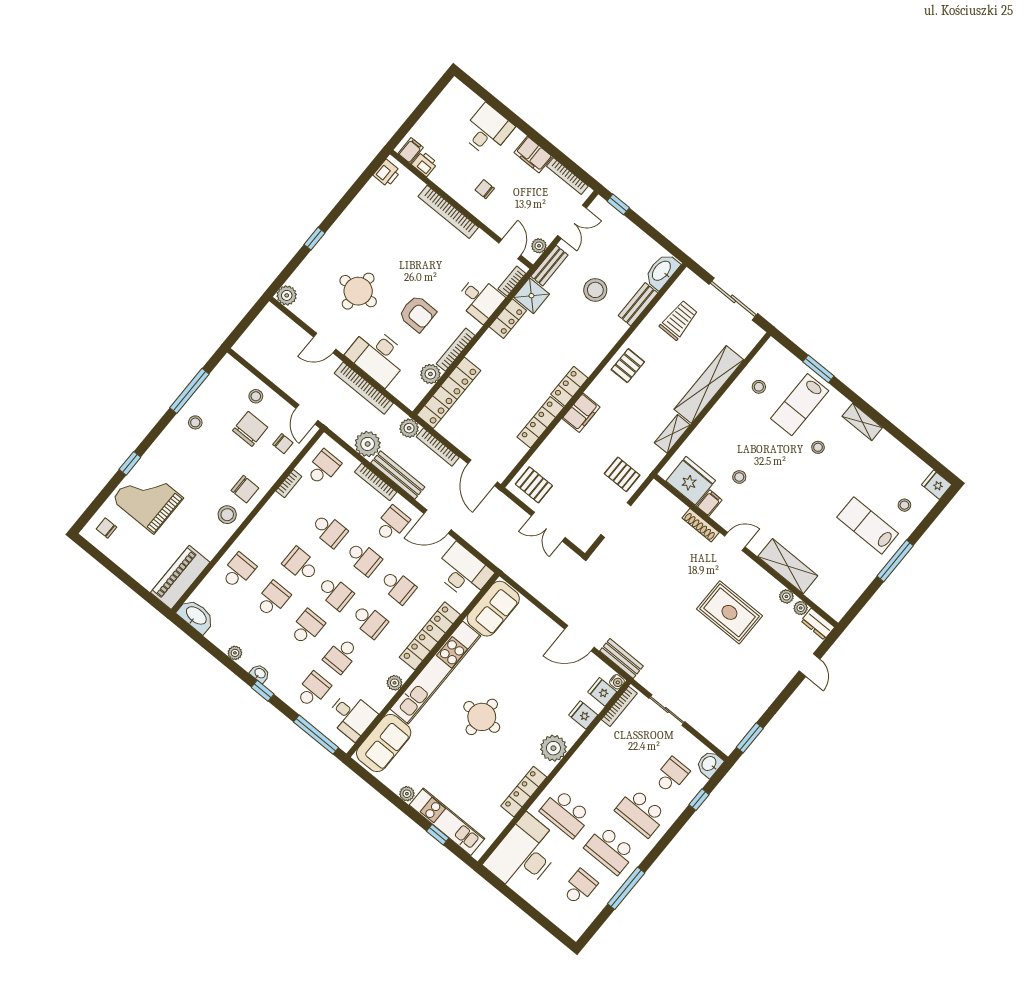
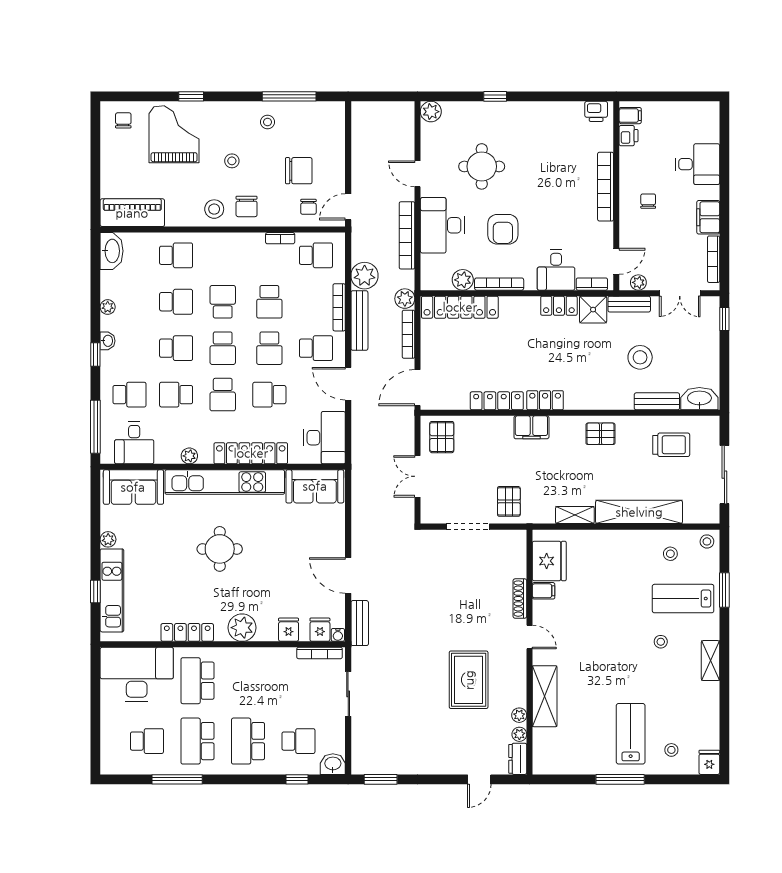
stool: (256, 396) -> (232, 161), moved
stool: (739, 477) -> (707, 541), moved
school desk: (398, 587) -> (269, 395), turned 90

